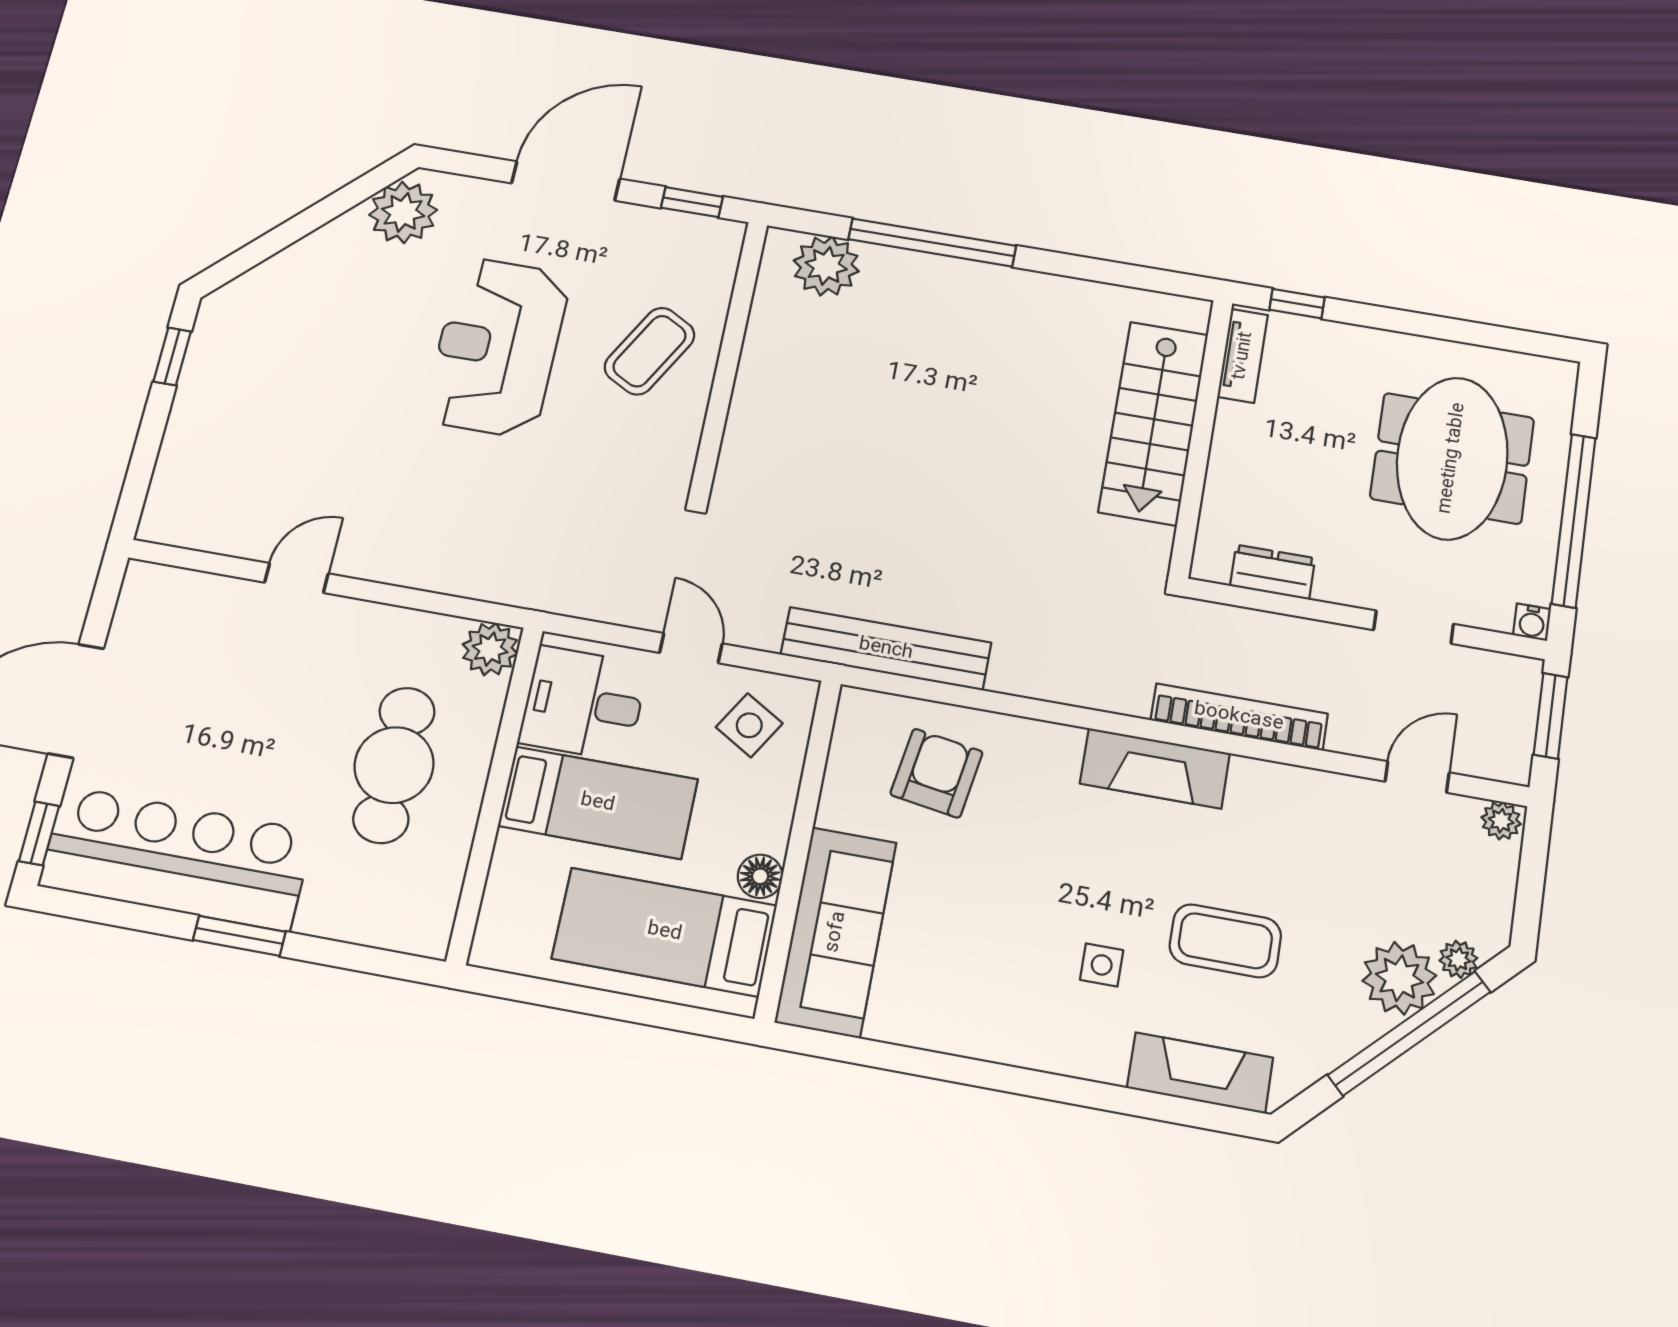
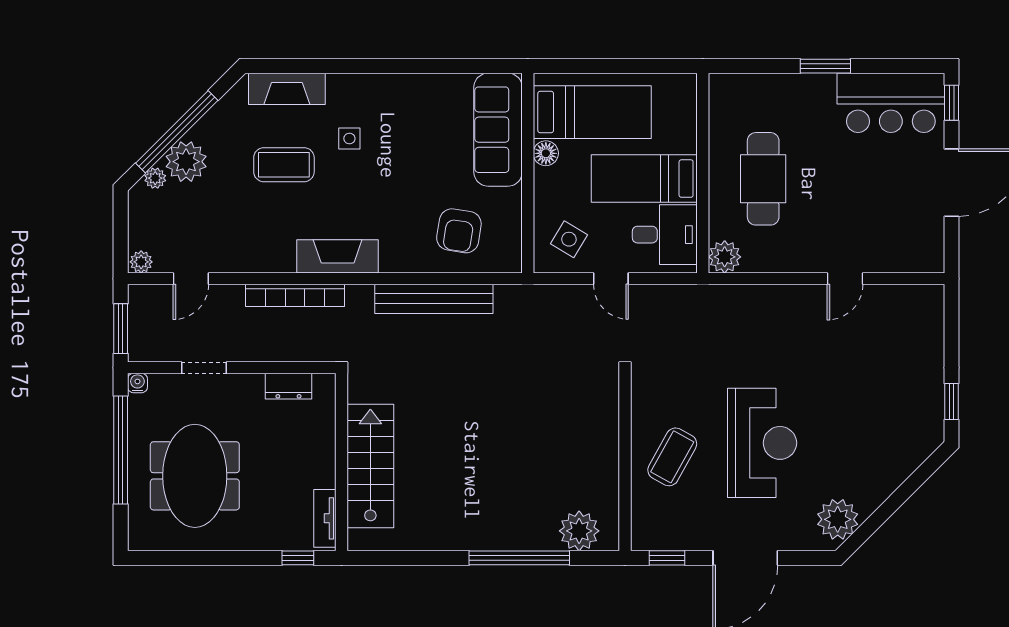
bench: (886, 649) -> (434, 299), moved
bar counter: (176, 858) -> (891, 103), width x0.73

